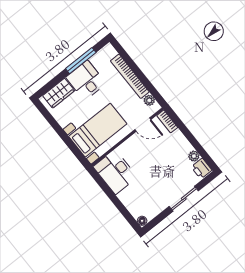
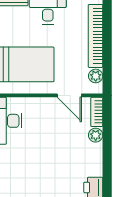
plant: (194, 156) -> (96, 135), moved

